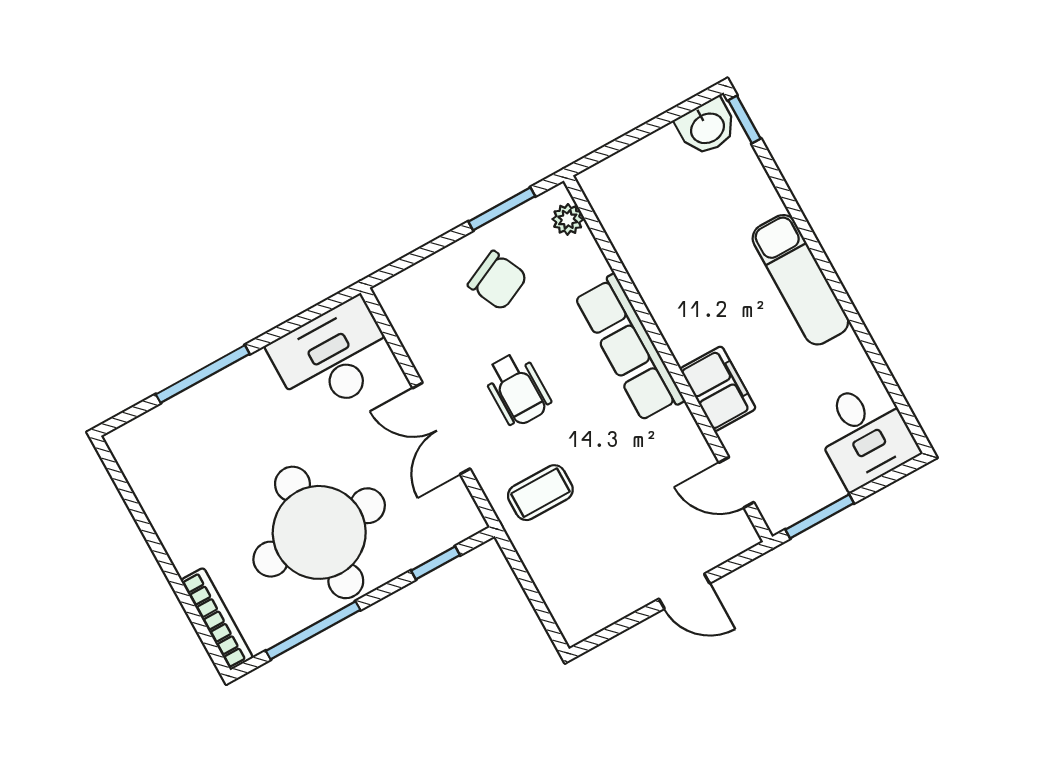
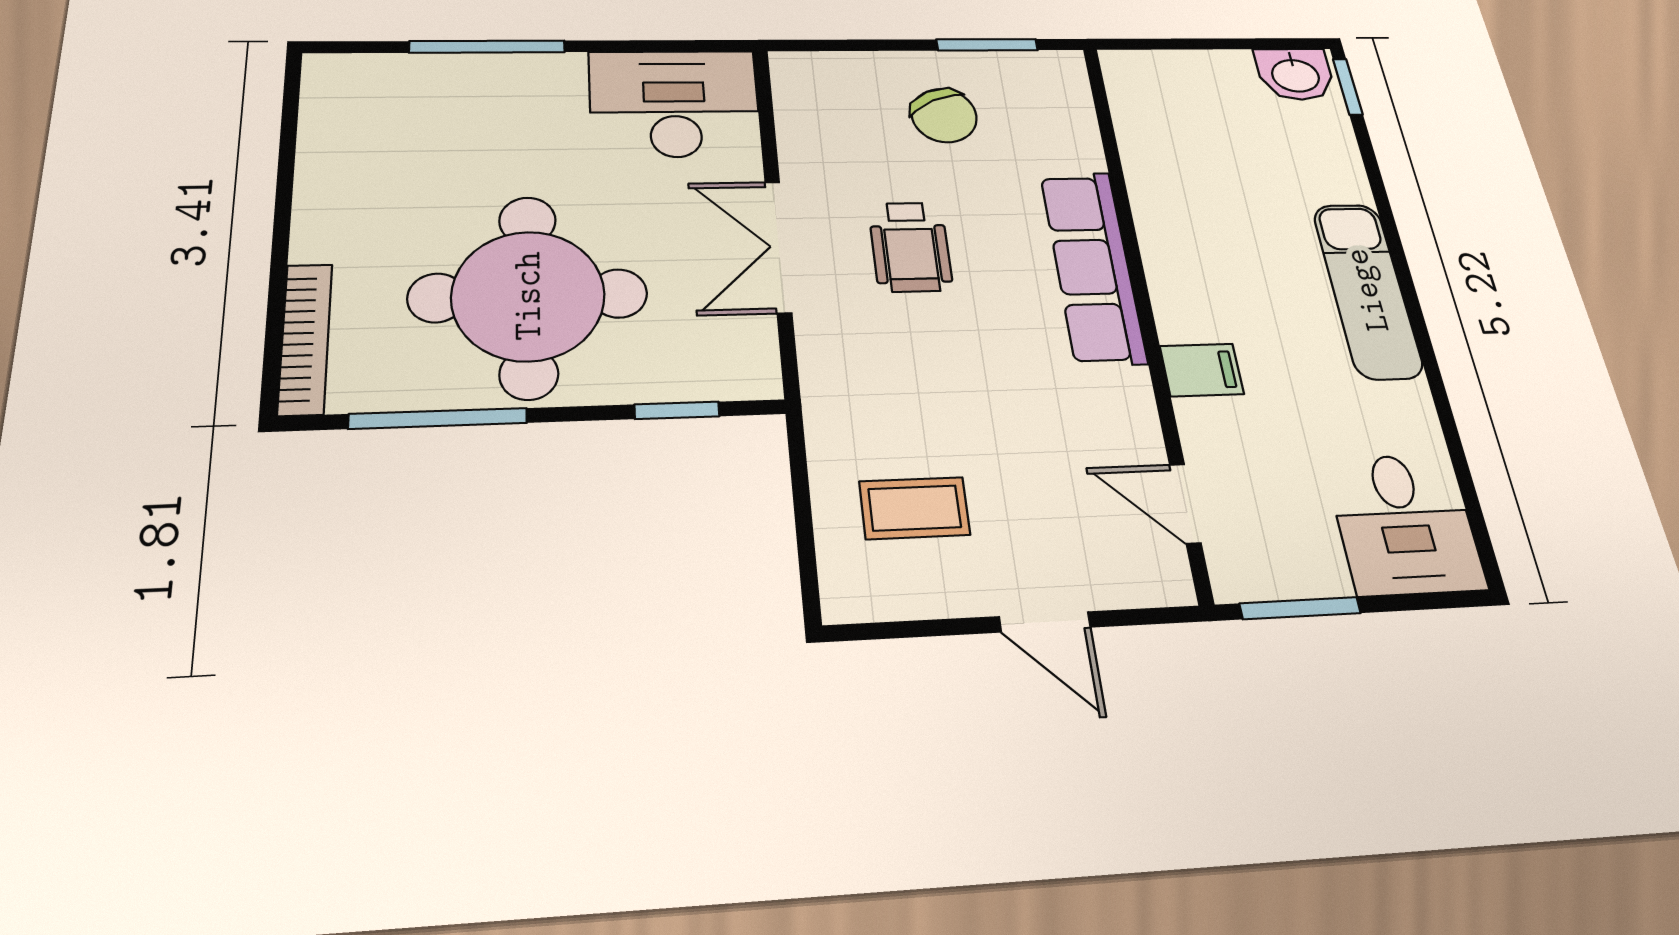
plant: (568, 219) -> (1070, 91), removed
filing cabinet: (718, 389) -> (1202, 370), width x0.50
coffee table: (540, 493) -> (915, 508), moved

